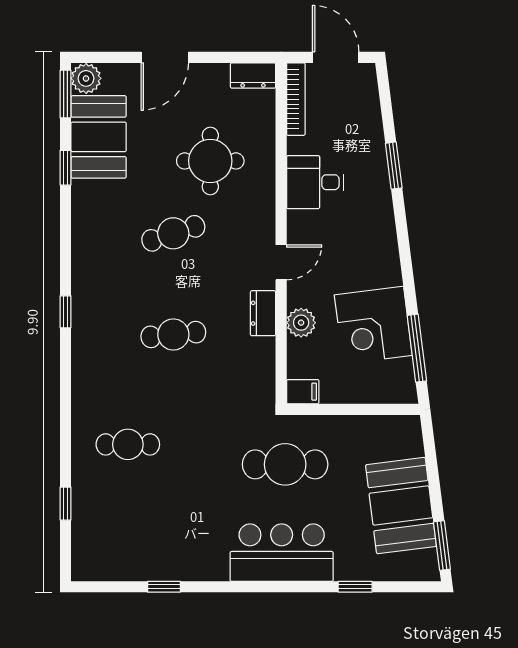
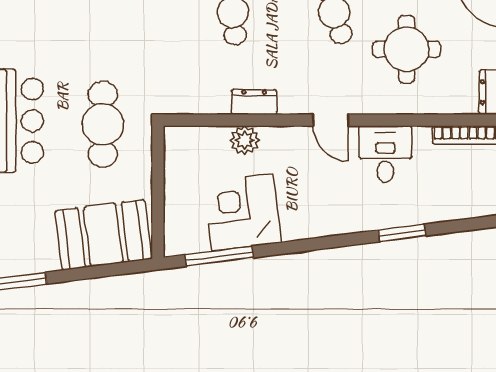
door: (281, 262) -> (330, 120), moved
filing cabinet: (303, 392) -> (176, 142), removed
booth: (401, 506) -> (103, 235), moved

